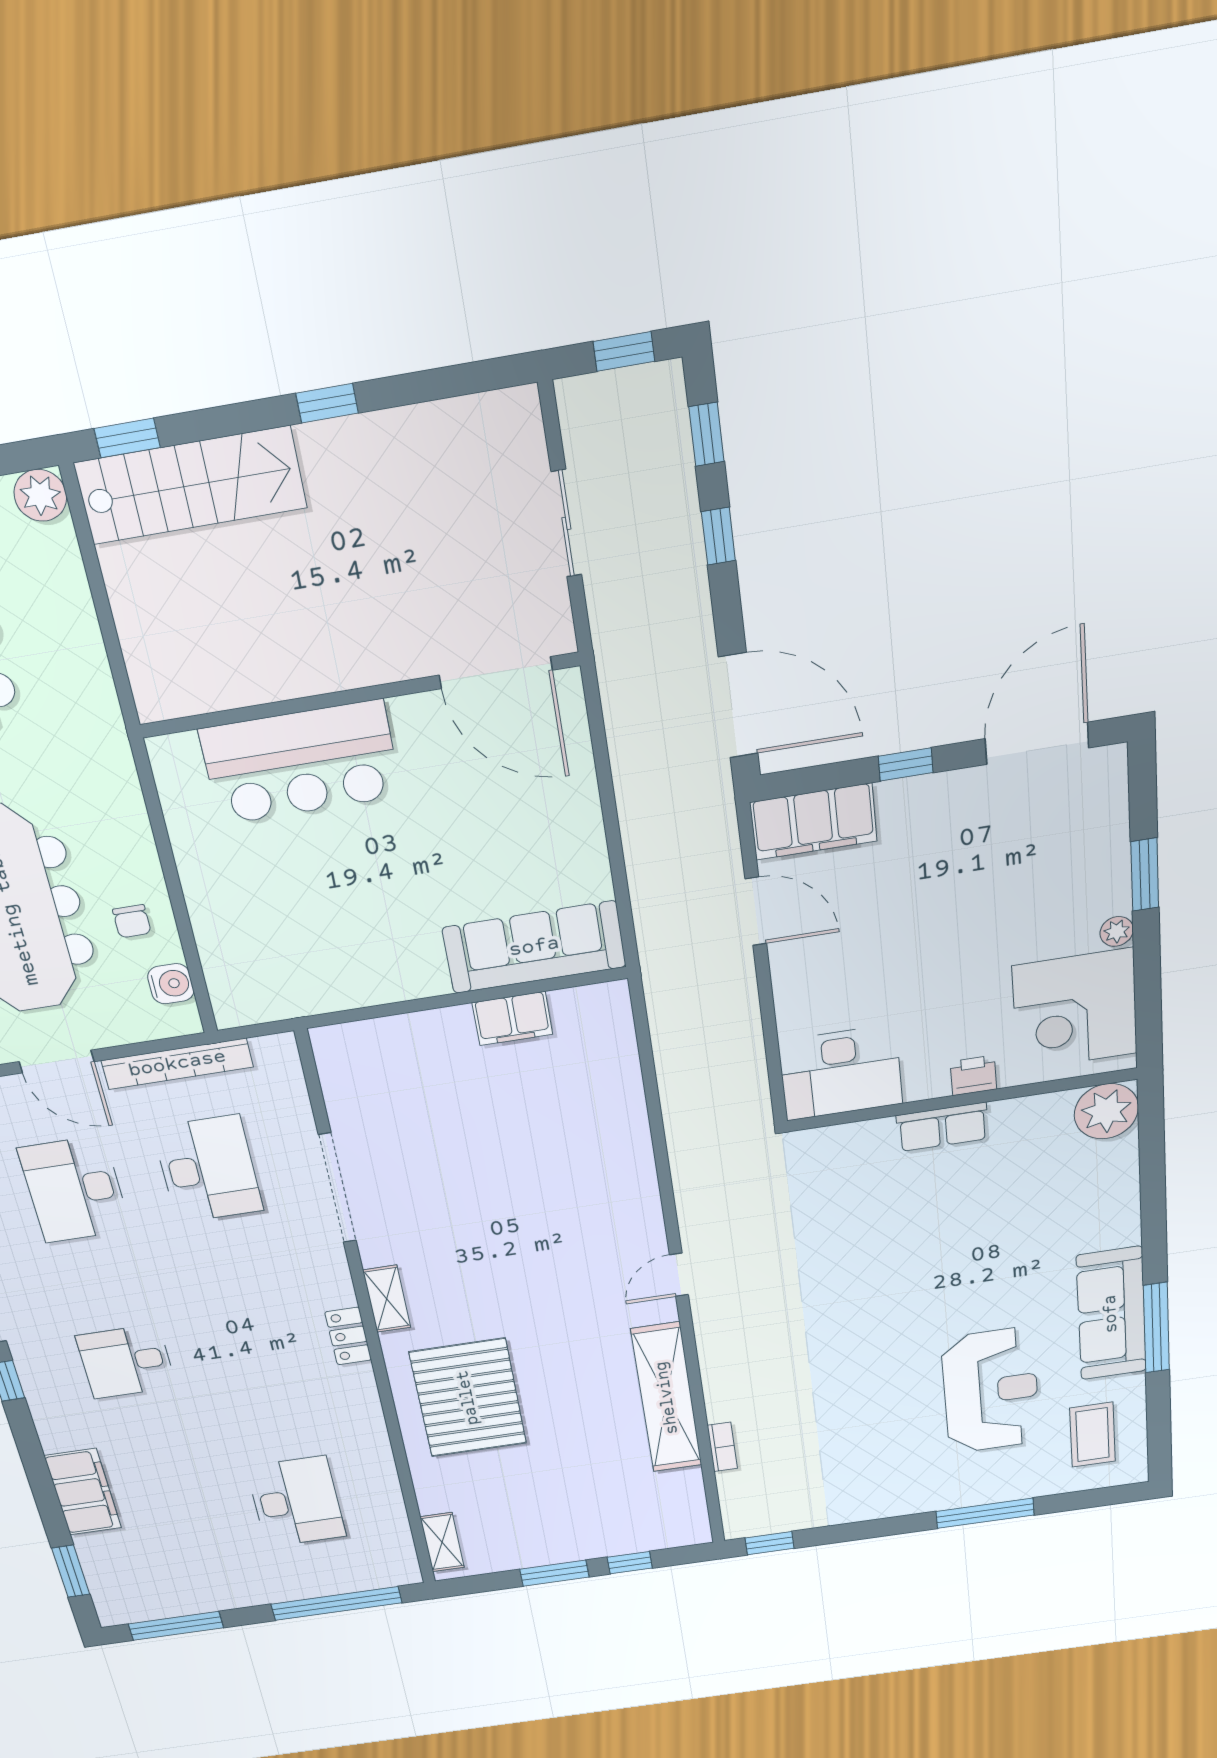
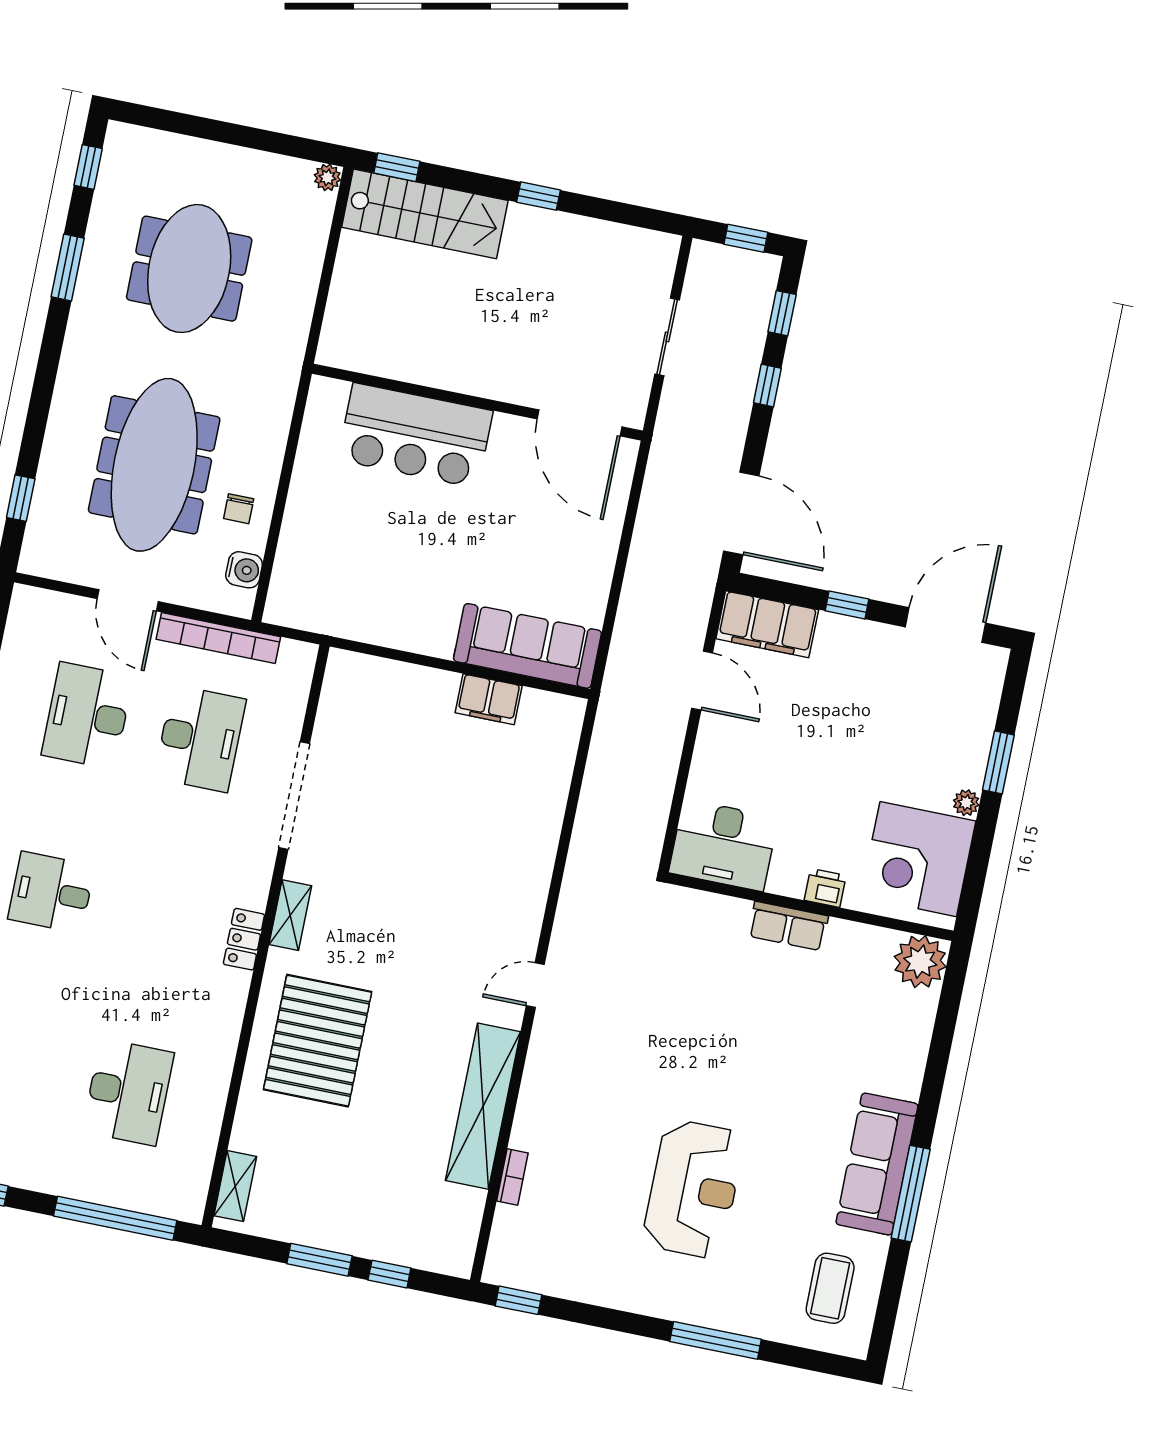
plant: (40, 495) -> (327, 177), width x0.73, depth x0.73
reception desk: (991, 1391) -> (693, 1189), moved

